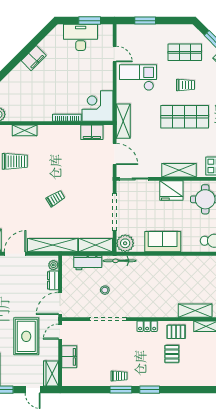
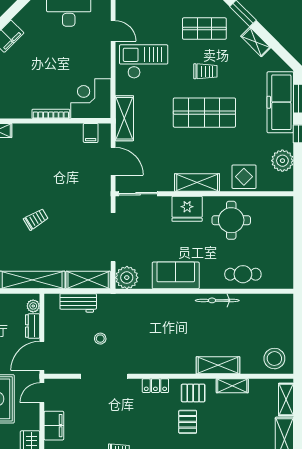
filing cabinet: (92, 132) -> (91, 133), width x0.50
bicycle: (119, 261) -> (217, 300), moved

